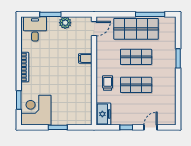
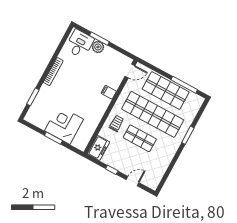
plant: (65, 23) -> (98, 47), moved
shop shelf: (136, 57) -> (153, 114), width x2.00, depth x1.36
corner desk: (36, 110) -> (64, 125), moved

